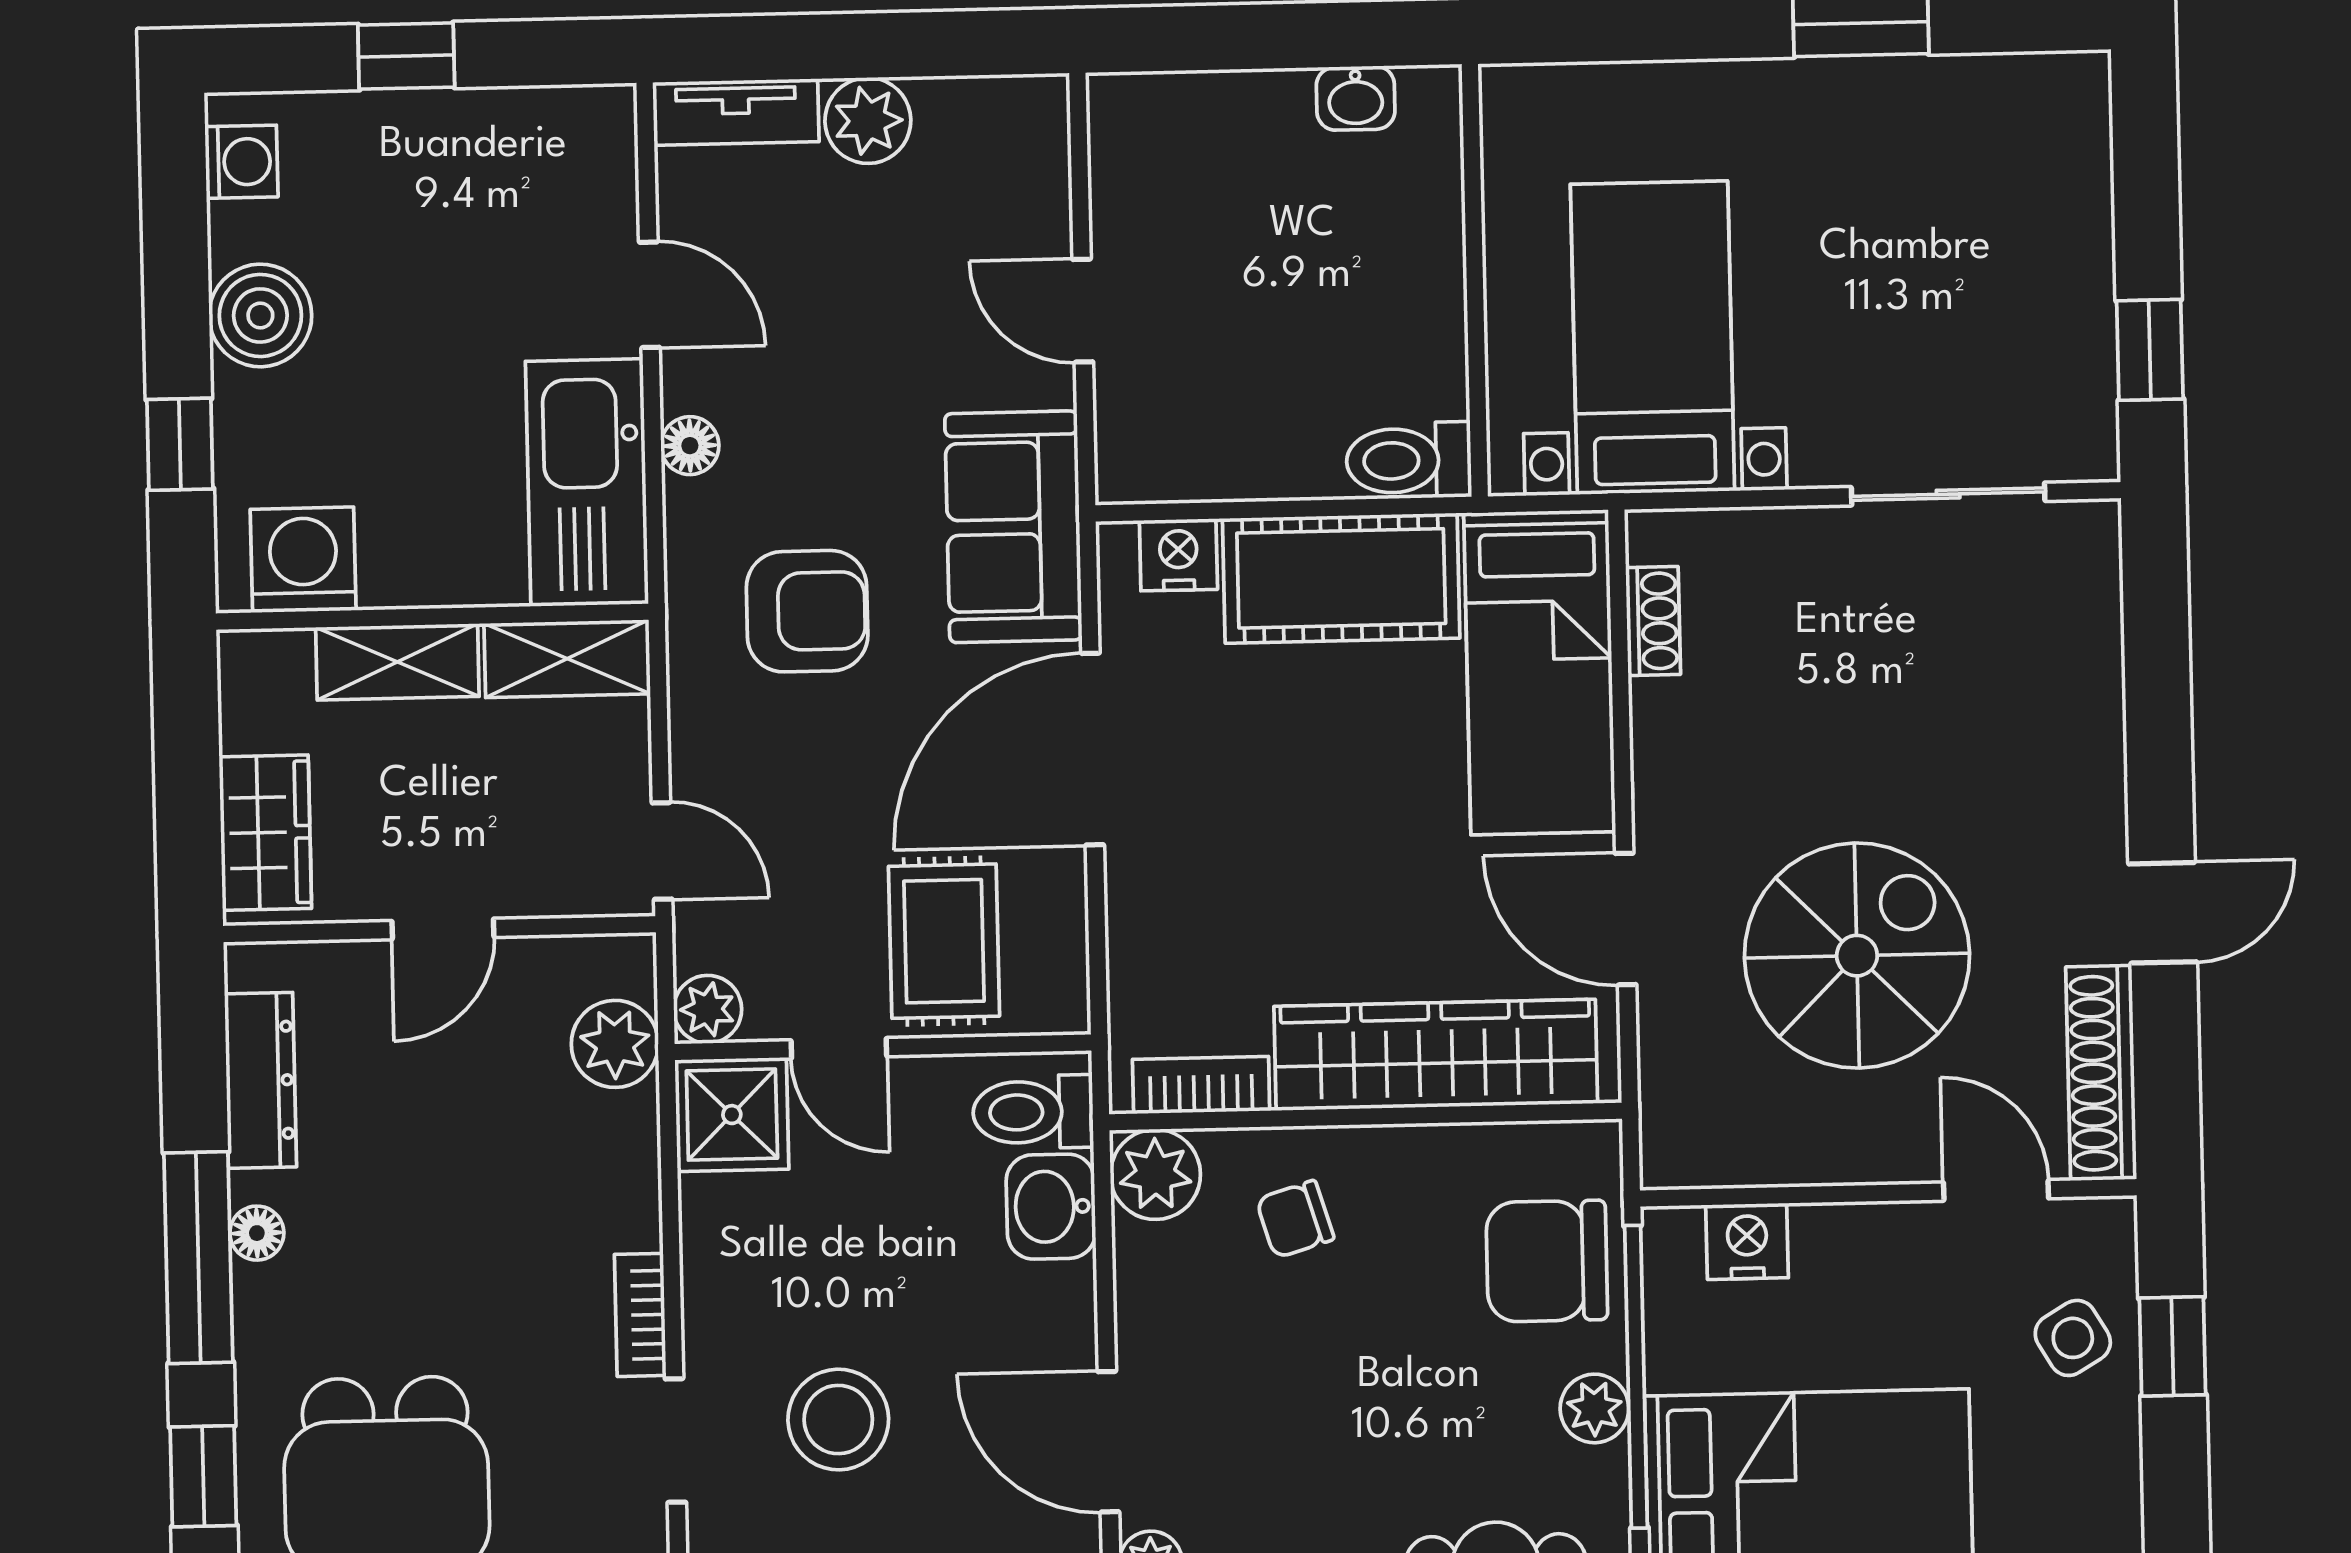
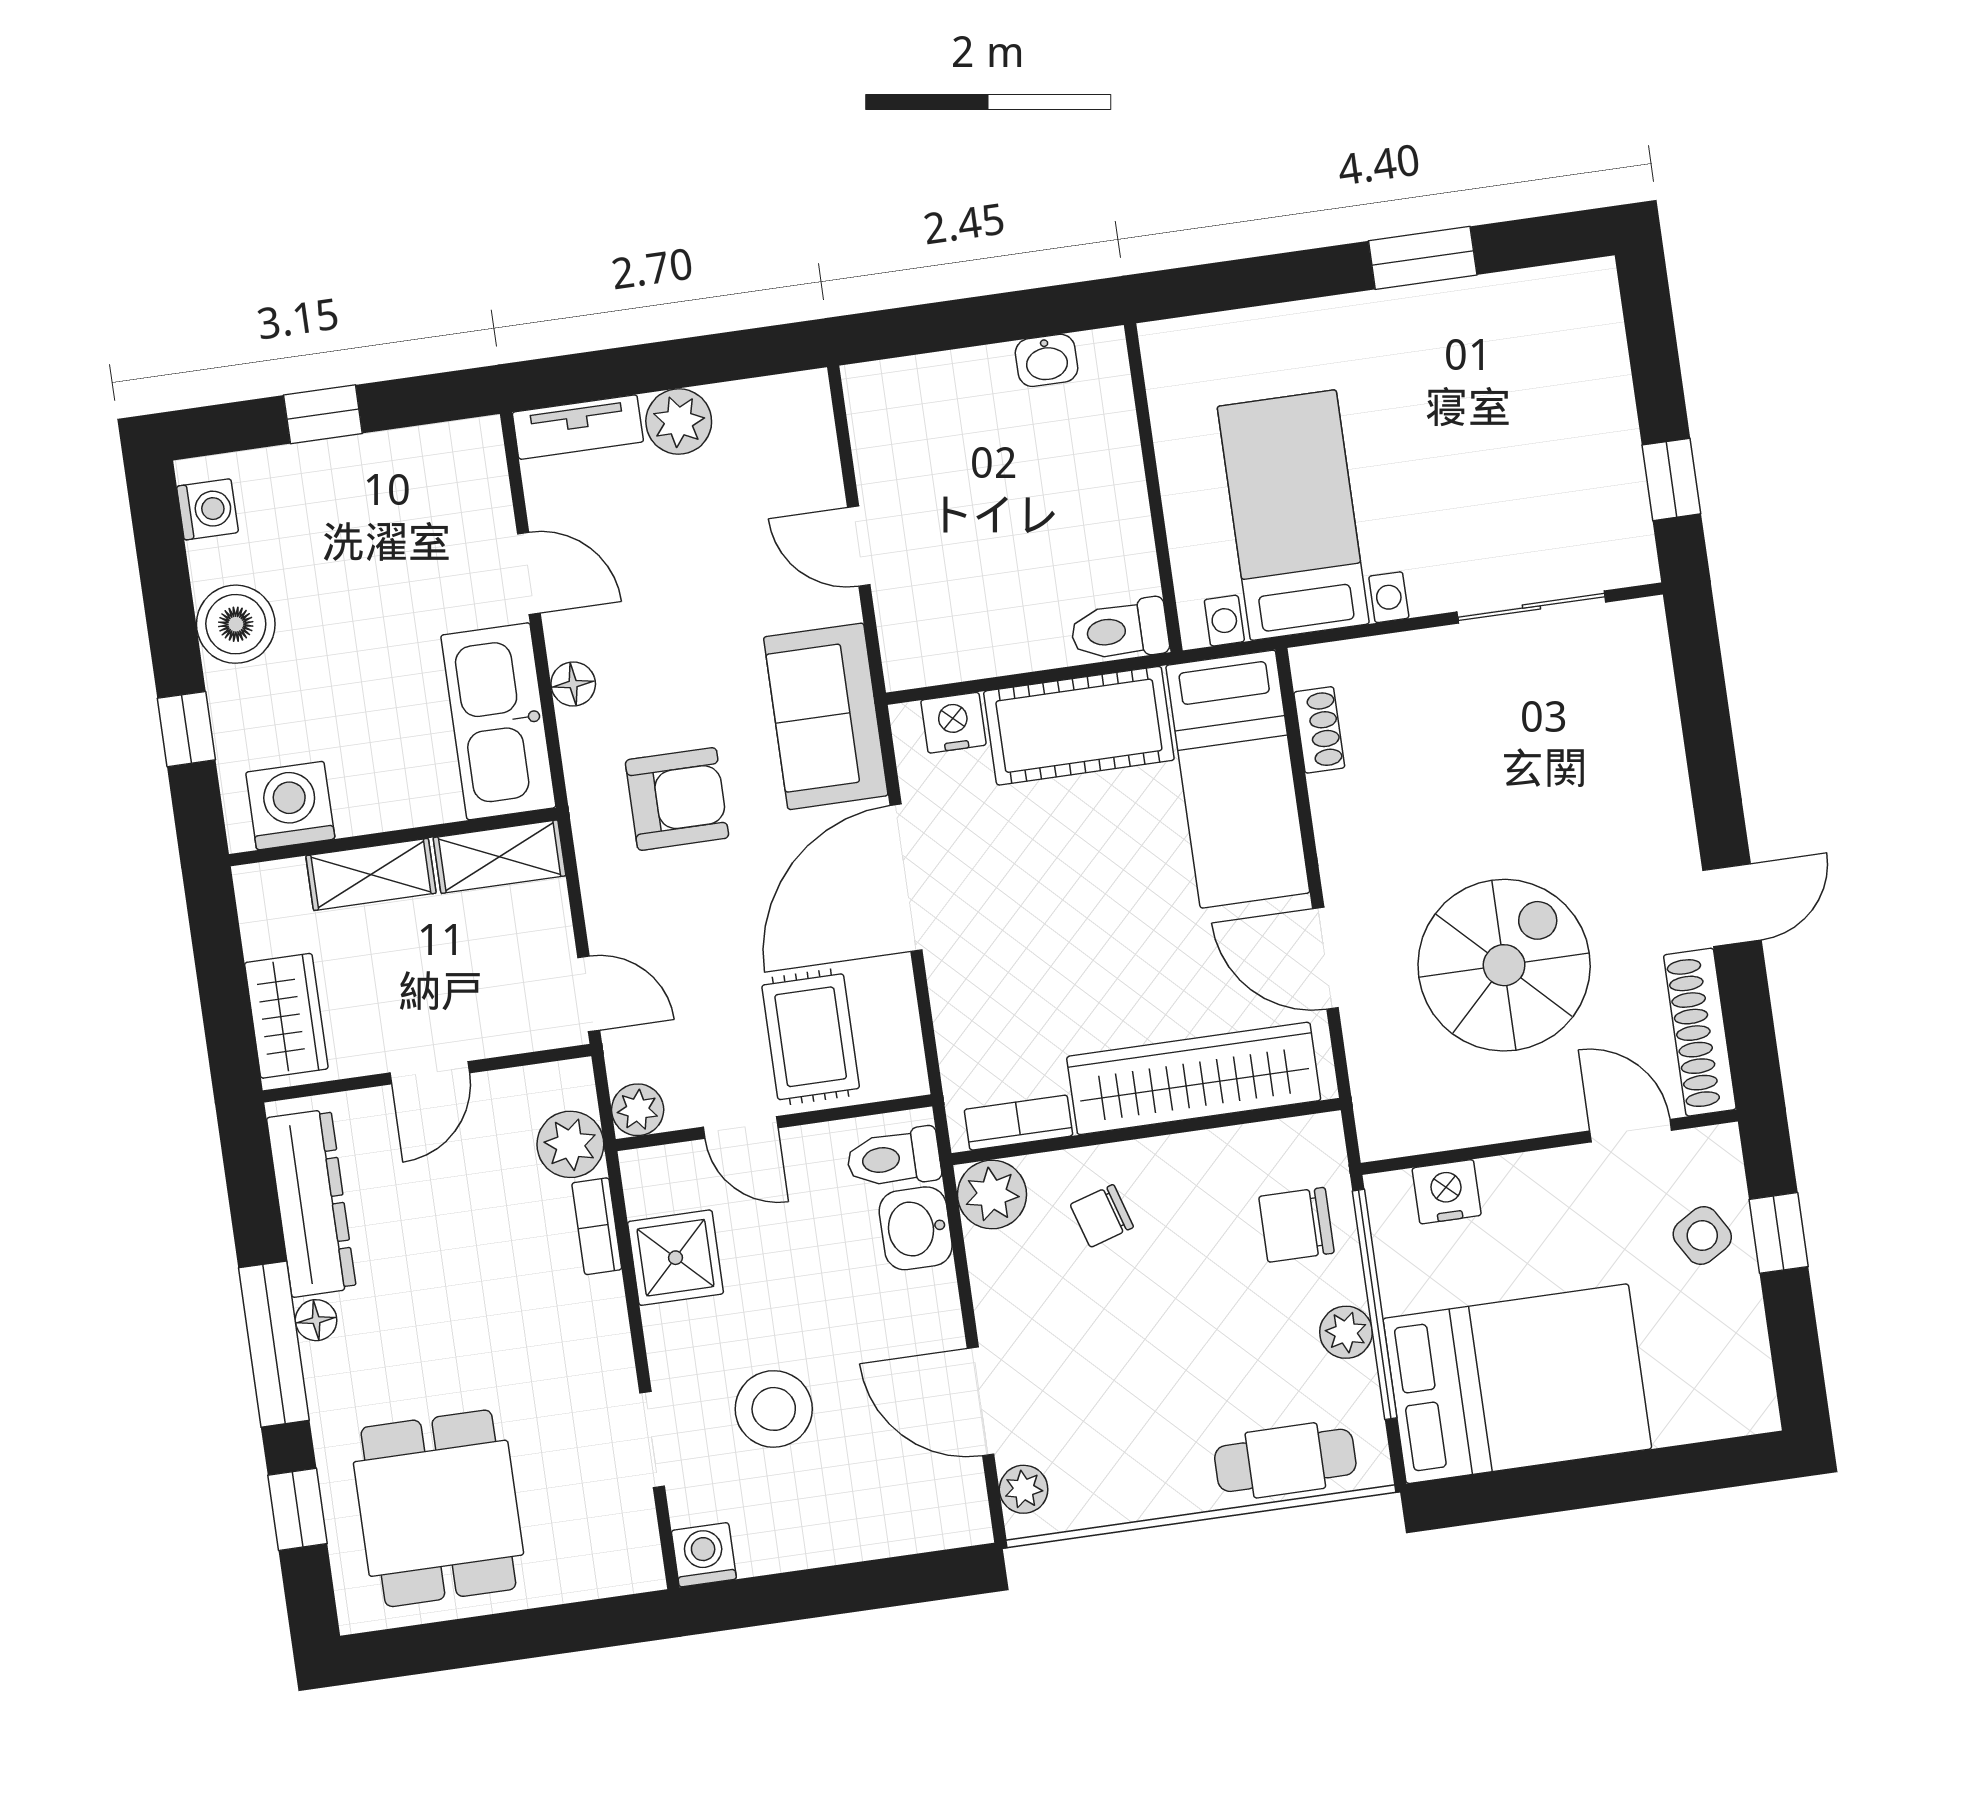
dresser: (261, 1080) -> (311, 1203), width x1.37, depth x1.24
shower: (732, 1115) -> (676, 1258), moved
chair: (1547, 1261) -> (1296, 1225), width x0.73, depth x0.73
bookcase: (640, 1315) -> (597, 1226), moved

